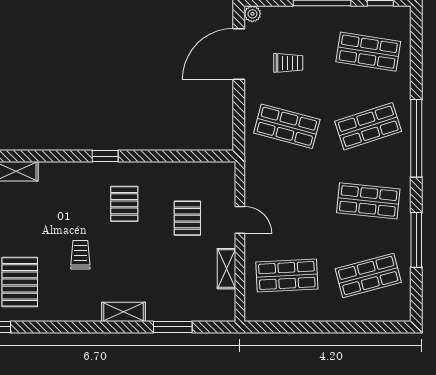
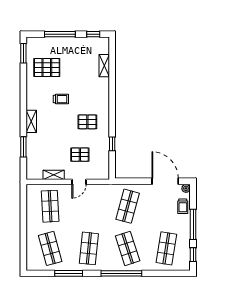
trolley: (288, 63) -> (183, 206), moved
window: (105, 156) -> (112, 144), moved

